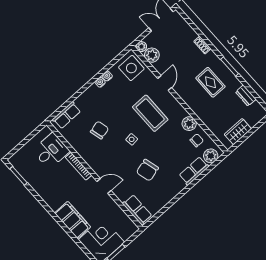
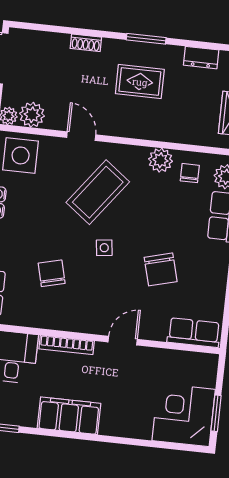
coffee table: (150, 113) -> (98, 192), turned -53
filing cabinet: (73, 220) -> (69, 416), moved

